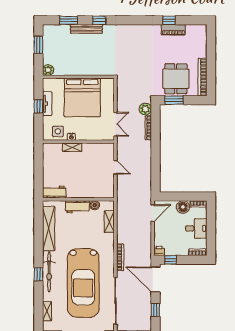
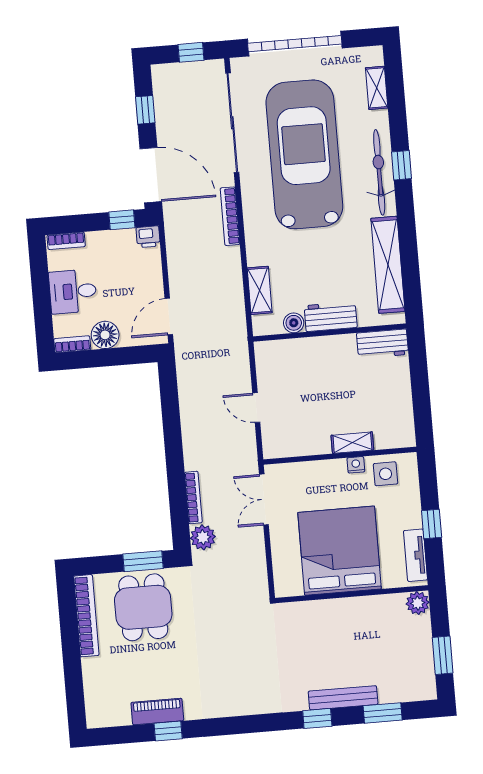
tv unit: (47, 104) -> (416, 555), moved

